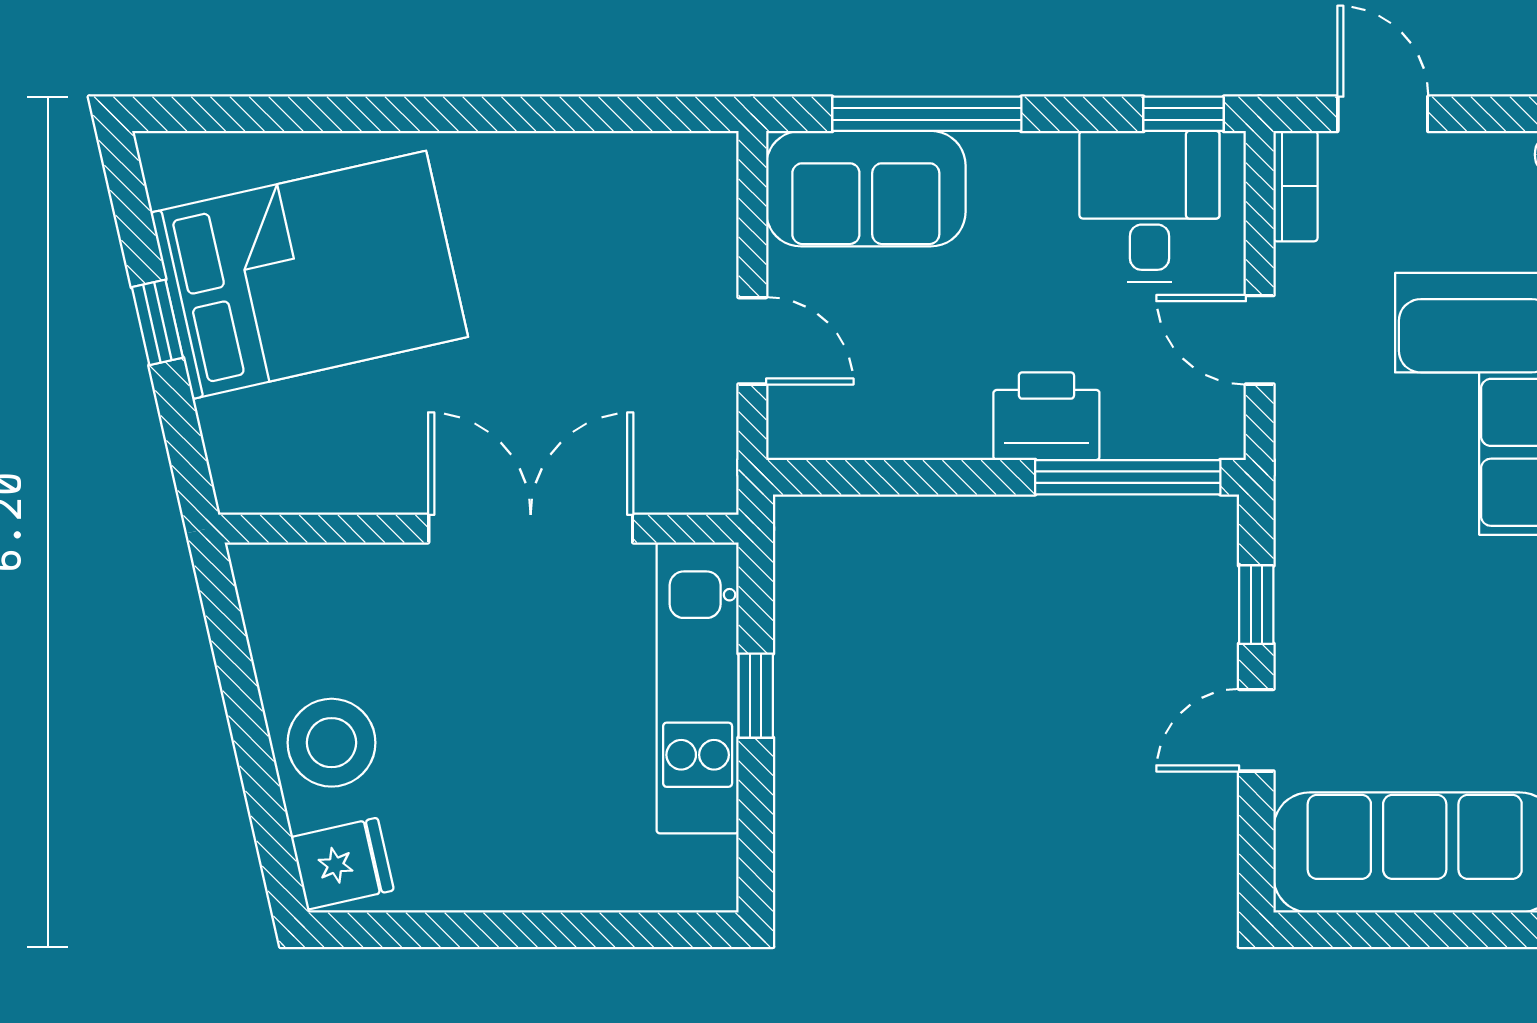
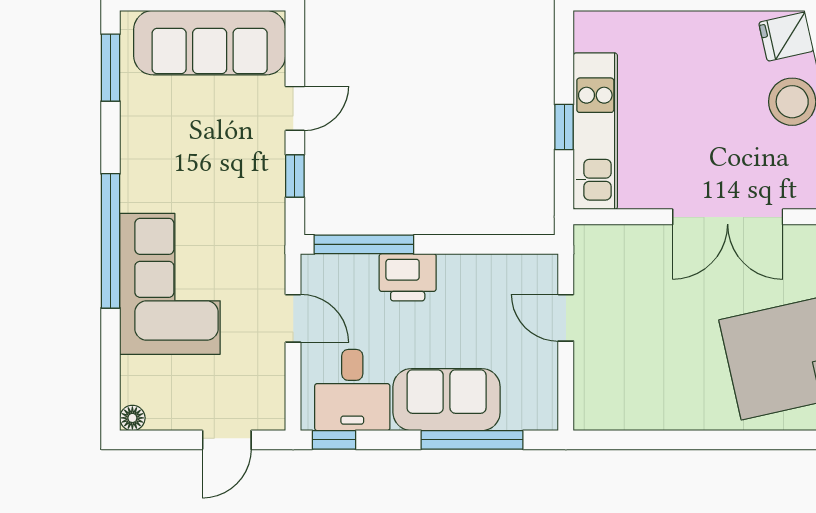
door: (1383, 114) -> (227, 440), hinge flipped
bookcase: (1295, 186) -> (274, 401), removed
sofa: (866, 189) -> (447, 400), moved
double door: (531, 529) -> (728, 217), moved

